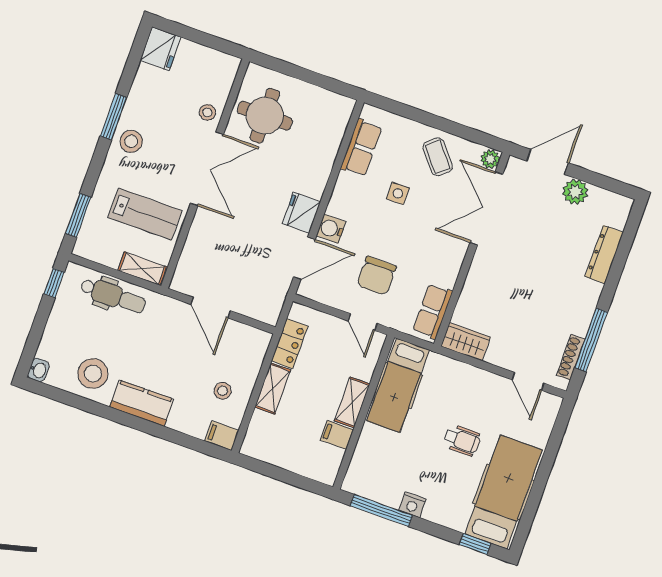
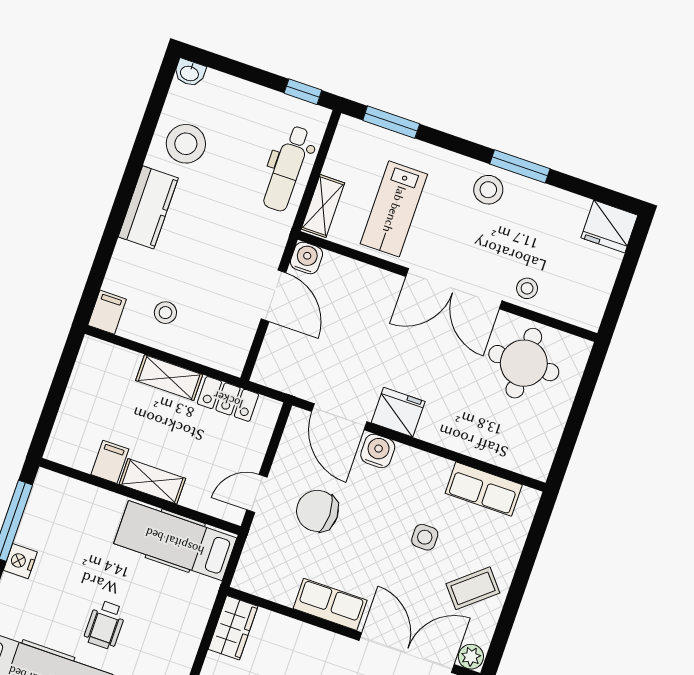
water cooler: (182, 282) -> (306, 258), added
door: (211, 308) -> (273, 296), swing flipped
row of seats: (433, 311) -> (330, 604), moved

